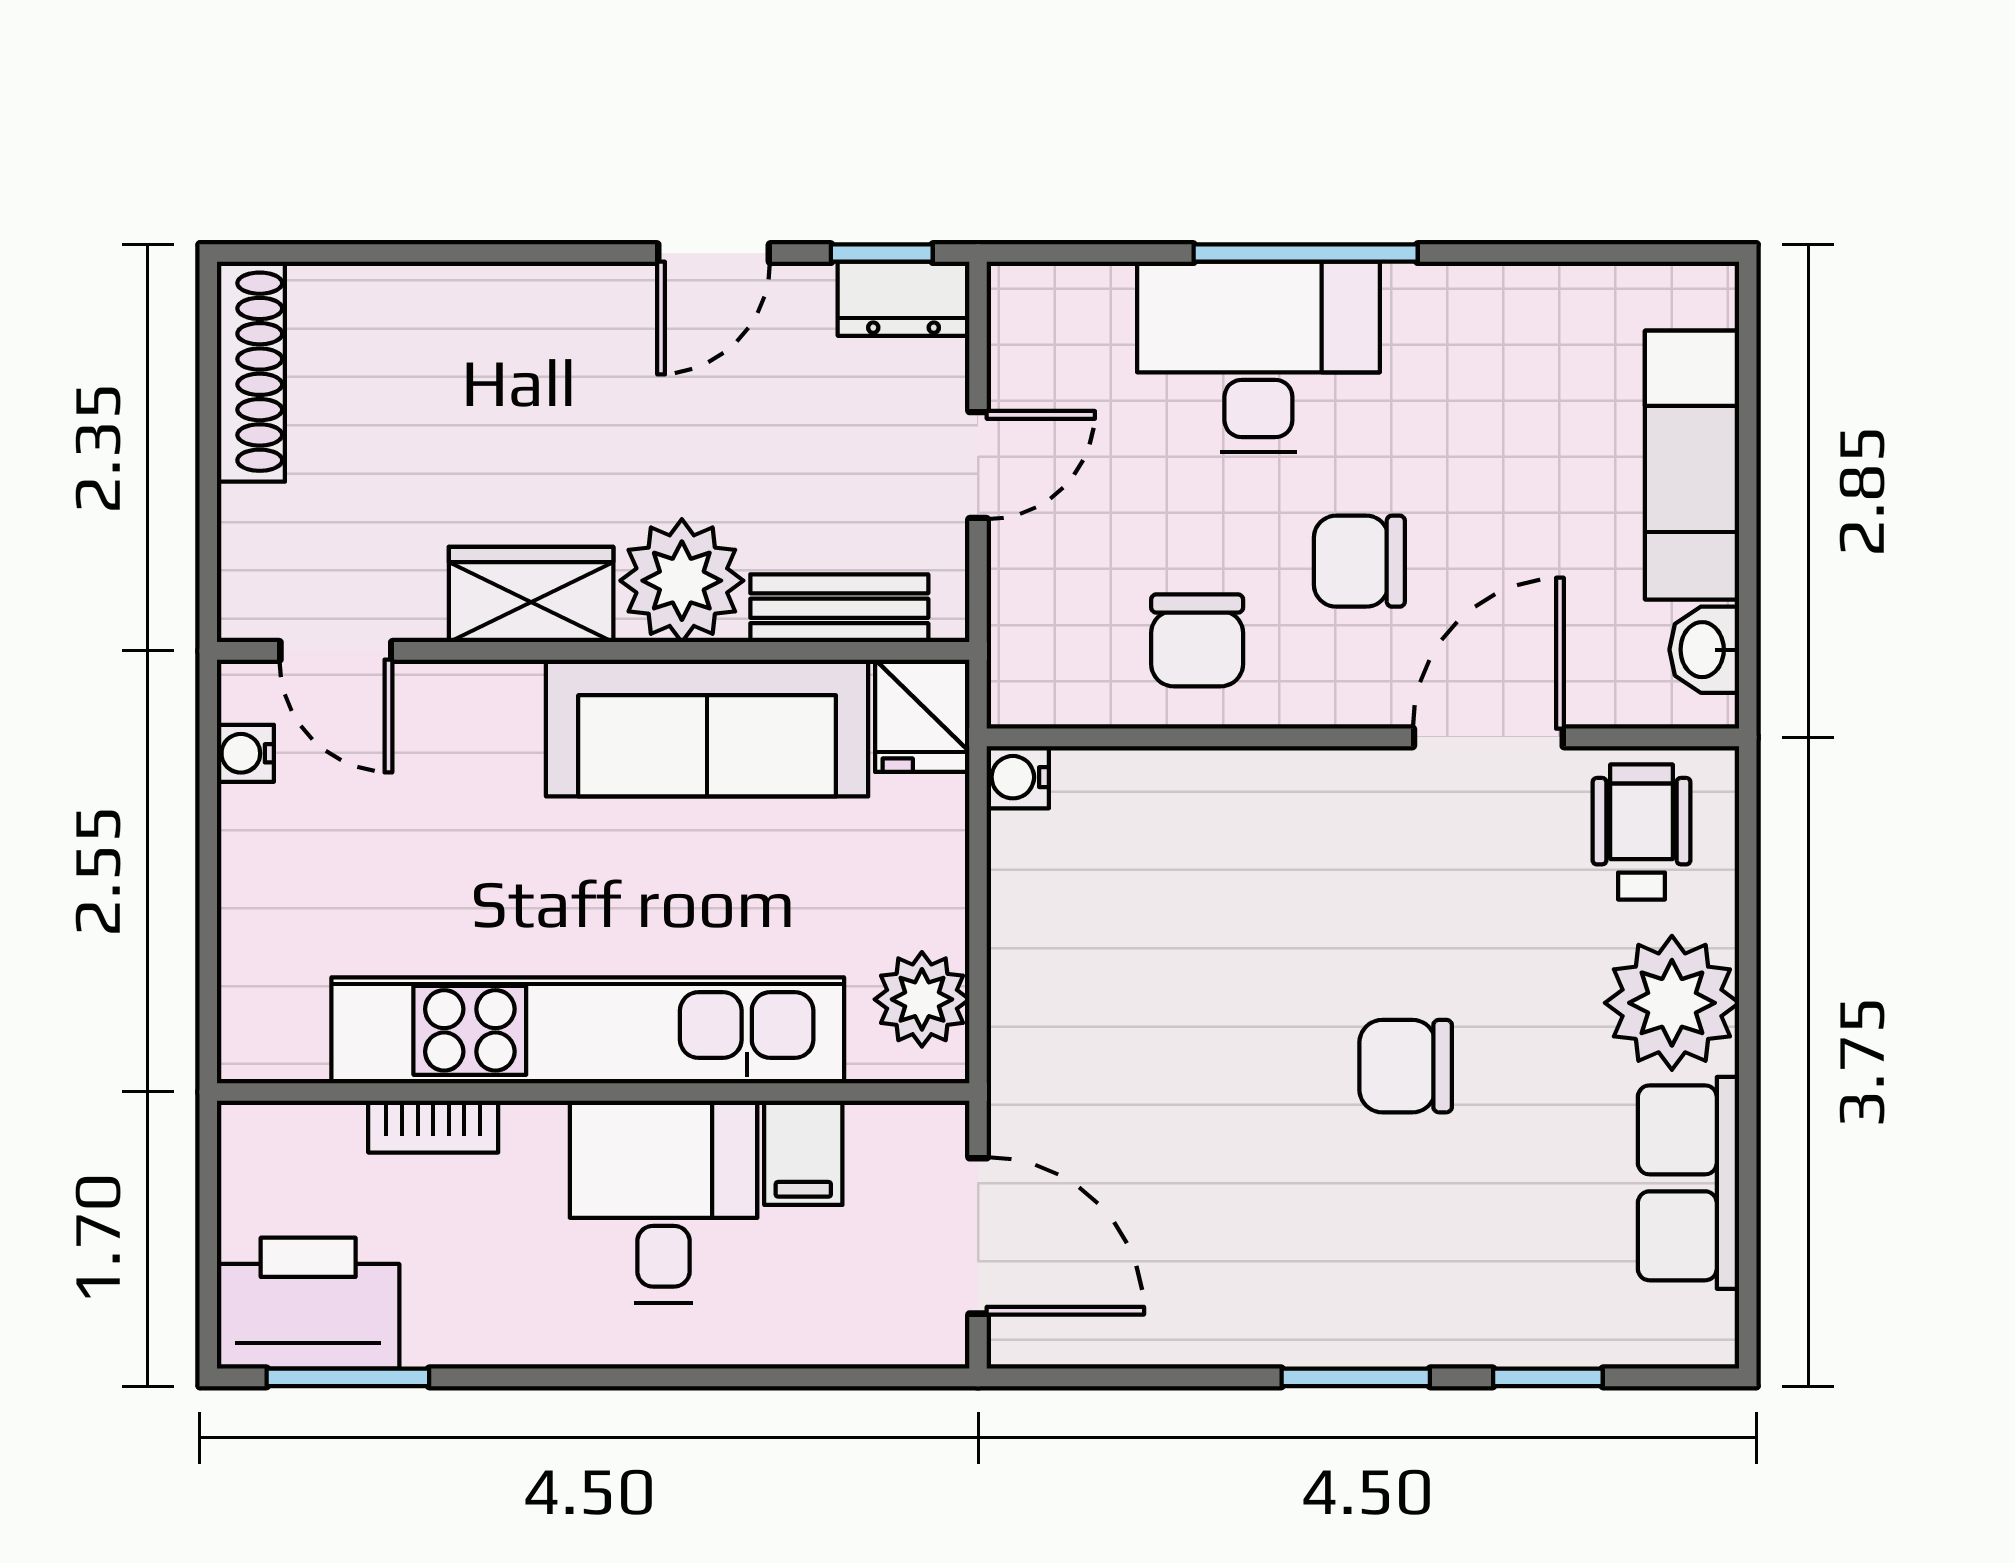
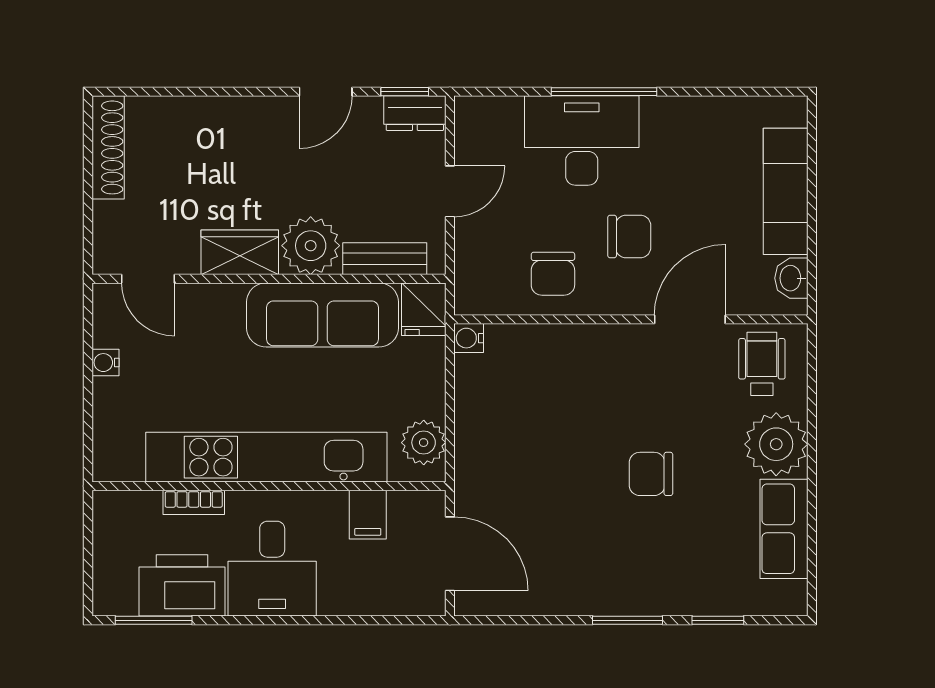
chair: (1359, 561) -> (629, 237), turned 180
water cooler: (245, 753) -> (105, 363), moved
desk: (663, 1202) -> (272, 569), moved, turned 180
printer: (308, 1303) -> (182, 585), moved

